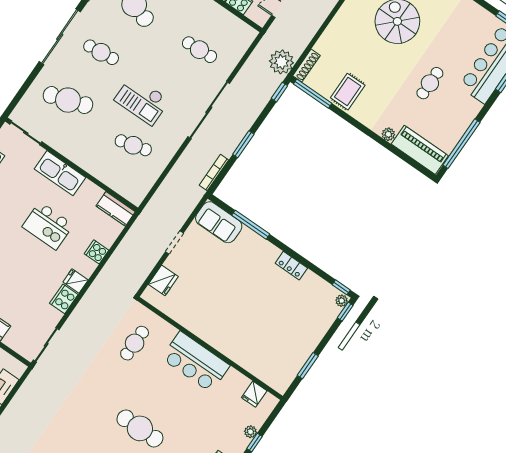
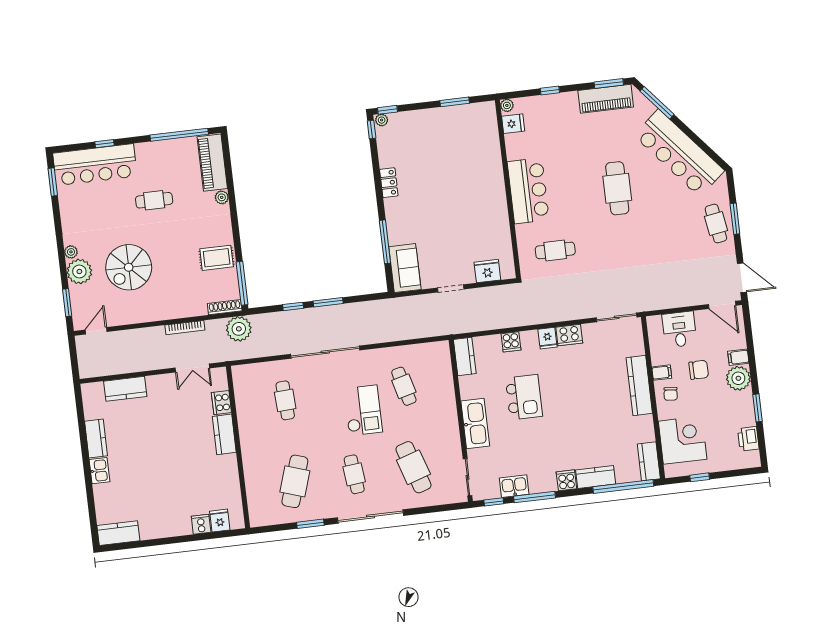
window: (279, 92) -> (293, 306), moved
bookcase: (214, 173) -> (185, 328), moved
plant: (251, 432) -> (507, 105), moved

